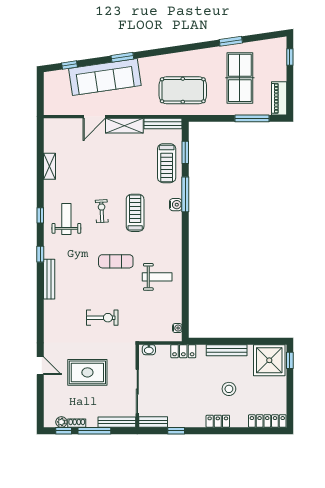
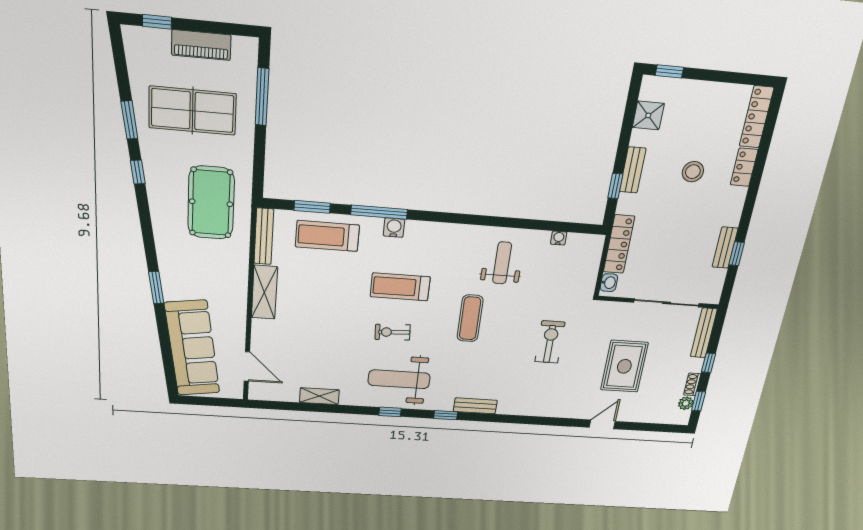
window: (69, 65) -> (138, 172), moved
sofa: (105, 77) -> (192, 348), moved
piano: (279, 98) -> (201, 45), moved
door: (94, 117) -> (247, 366), moved
treadmill: (167, 163) -> (327, 236), turned 180
weight bench: (66, 219) -> (399, 379), width x1.36, depth x1.33
bench: (49, 279) -> (475, 406), width x0.73
water cooler: (177, 328) -> (559, 238), moved
window: (215, 341) -> (615, 186), added
bench: (227, 350) -> (633, 170), width x0.73
locker: (183, 351) -> (619, 244), width x1.53
shower: (269, 360) -> (648, 115), width x0.54, depth x0.54
locker: (218, 421) -> (744, 167), moved
bench: (153, 422) -> (725, 248), moved
window: (94, 431) -> (708, 363), width x0.46

